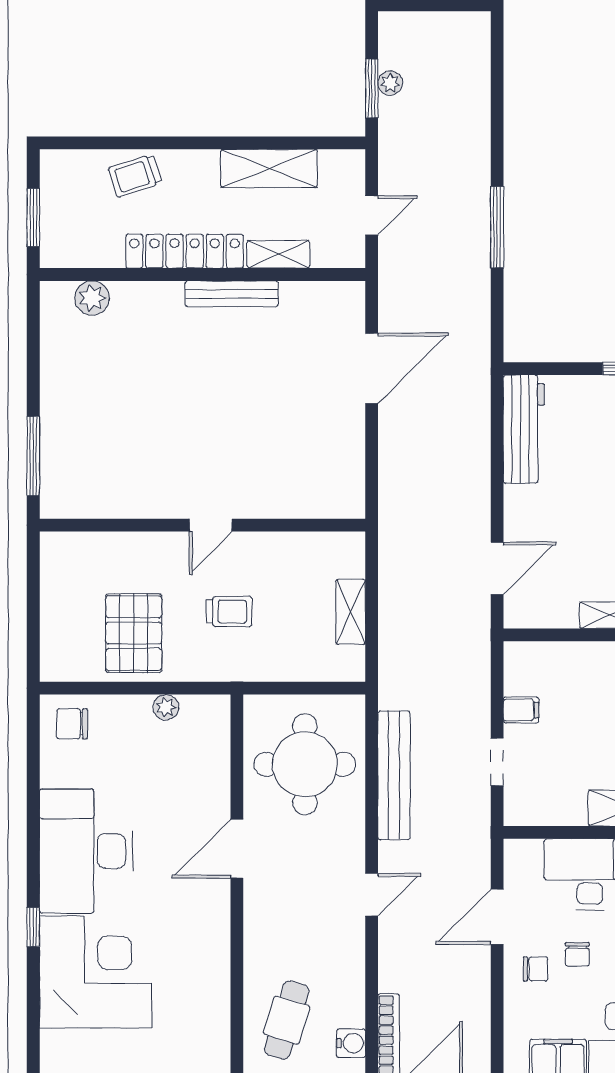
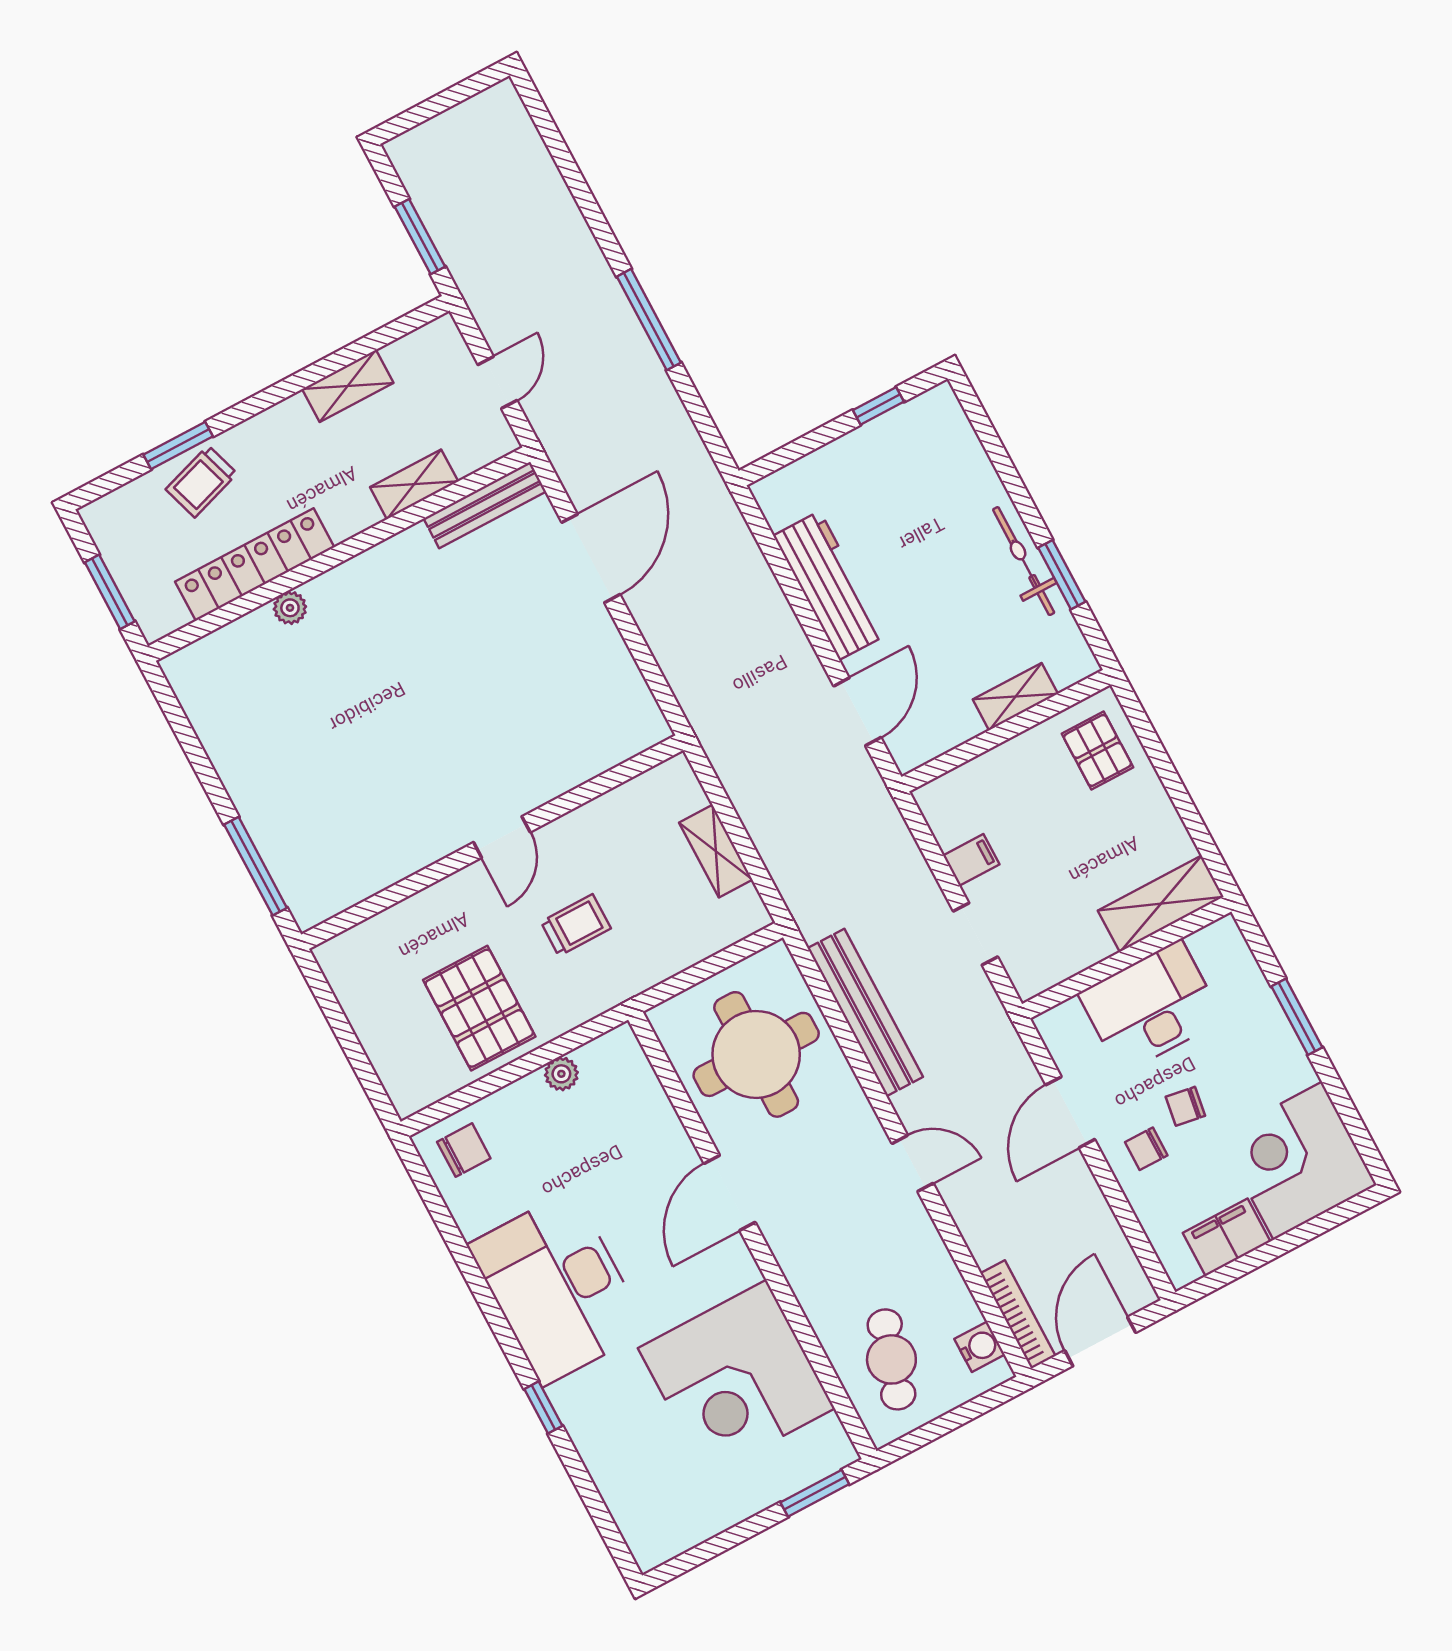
plant: (390, 83) -> (438, 219), removed
window: (132, 143) -> (178, 445), added
shelving: (269, 168) -> (348, 386), width x0.67, depth x0.75
locker: (185, 251) -> (255, 564), moved
bench: (232, 294) -> (485, 505), moved
plant: (92, 298) -> (290, 608), moved, width x0.73, depth x0.73
workbench: (524, 429) -> (829, 585), moved
chair: (72, 724) -> (464, 1150), turned 180
door: (372, 895) -> (913, 1163), hinge flipped
chair: (577, 954) -> (1185, 1106), turned 99
chair: (535, 969) -> (1146, 1149), turned 180
corner desk: (96, 972) -> (736, 1378), moved, turned 180

